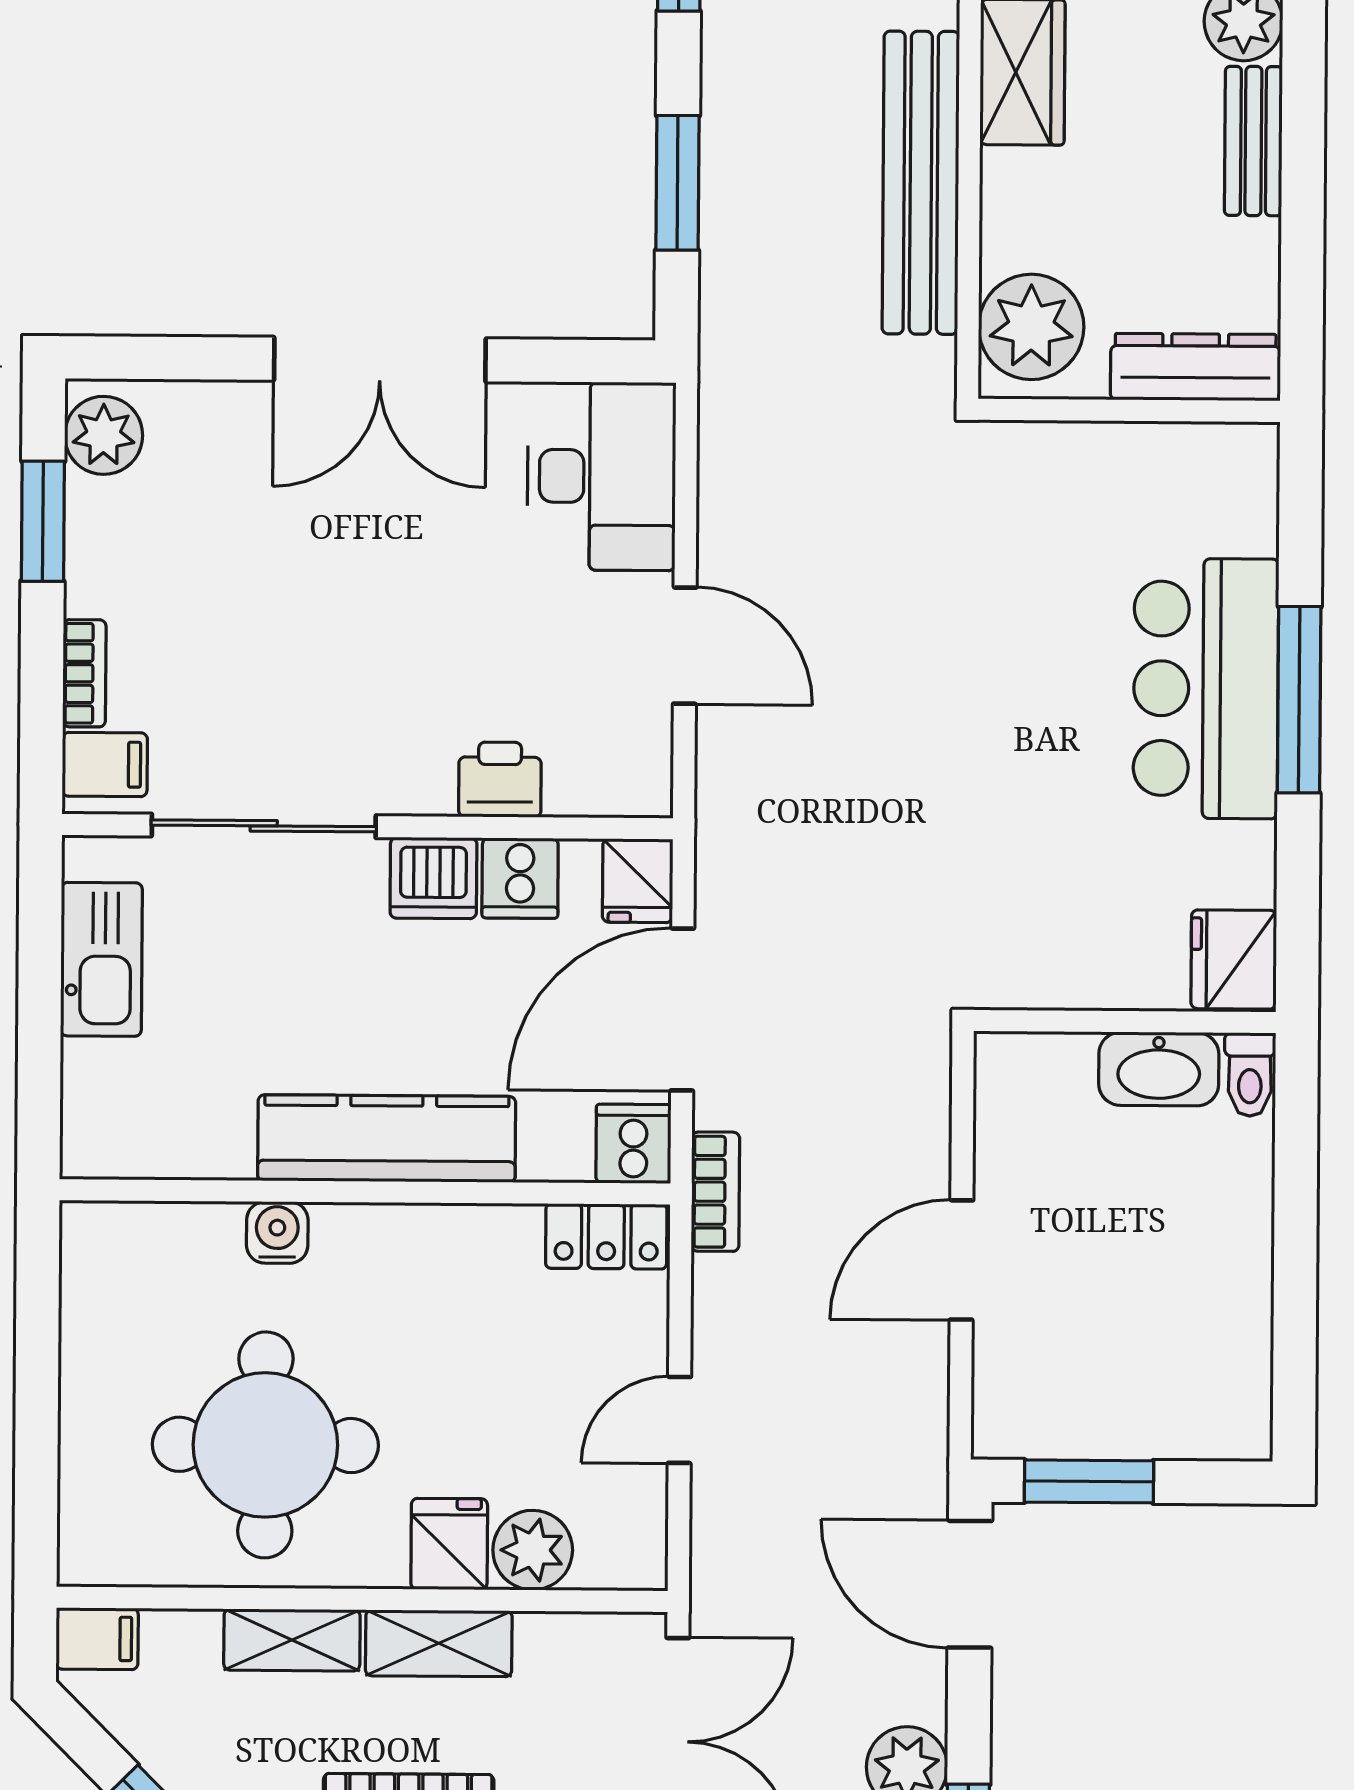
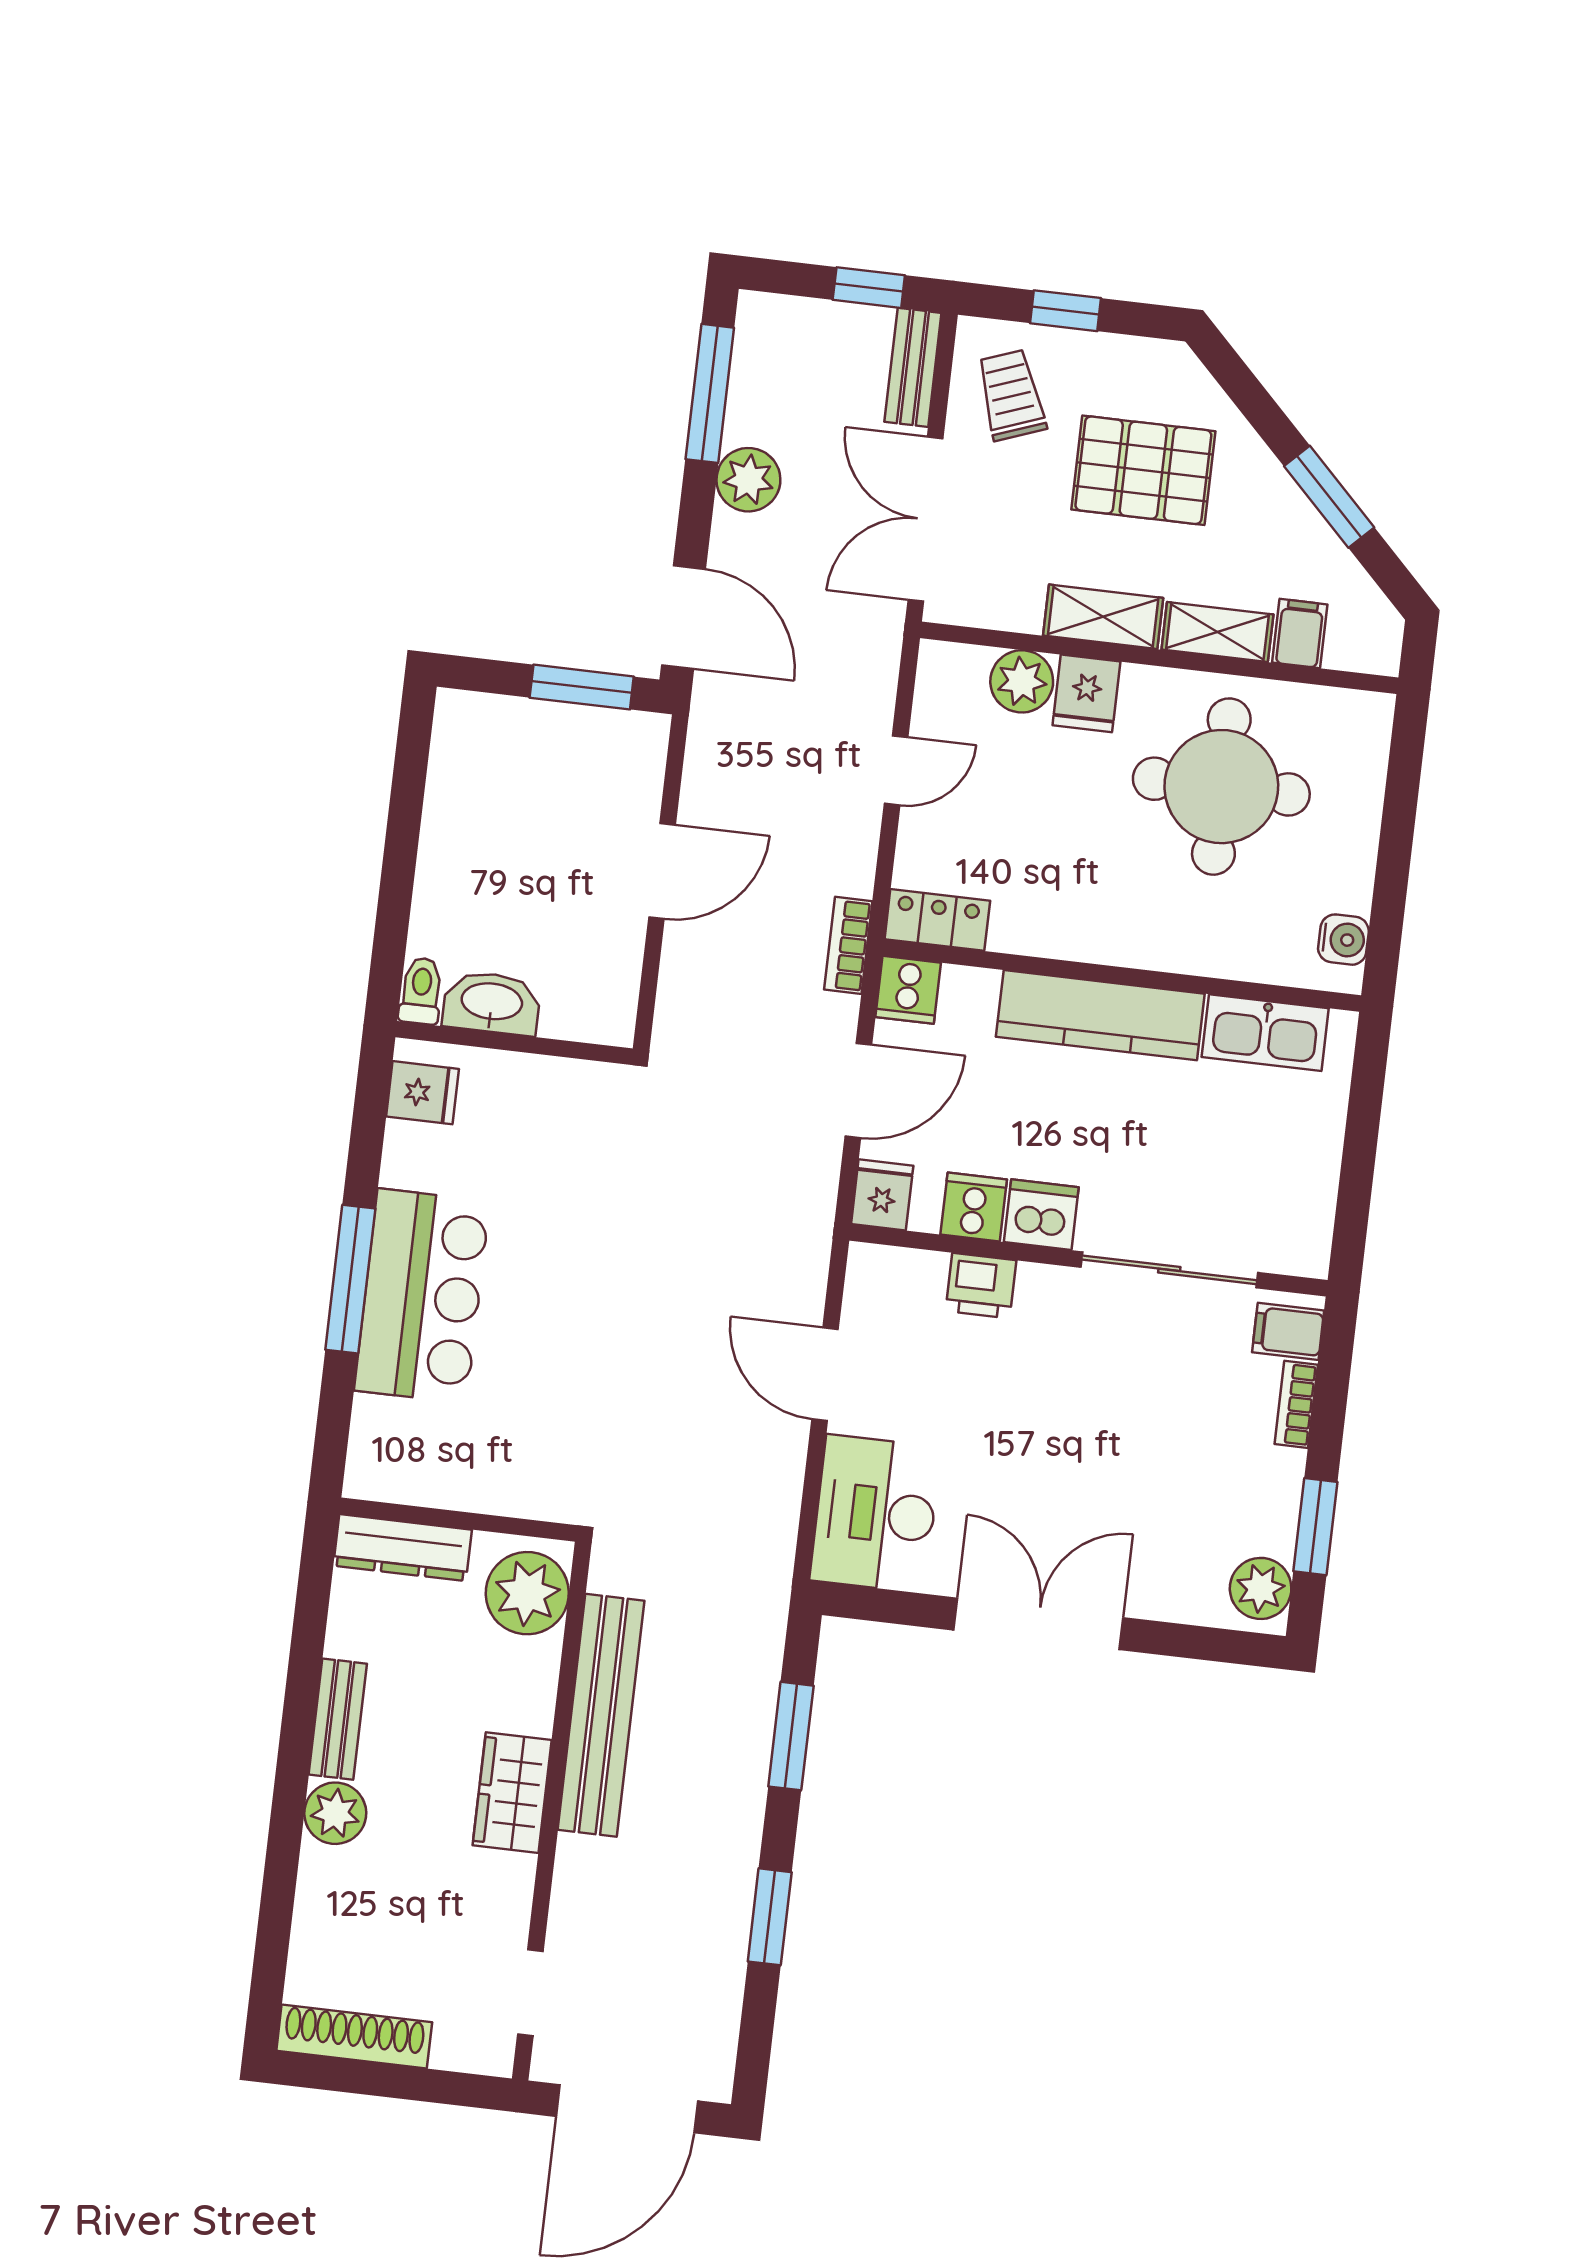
kitchen sink: (101, 959) -> (1265, 1033), moved, turned -90
fridge: (1234, 959) -> (422, 1093), width x0.72
door: (682, 1009) -> (858, 1090), width x0.73
water cooler: (277, 1233) -> (1343, 940), moved, turned -90
filing cabinet: (97, 1639) -> (1300, 633), moved, turned 90

